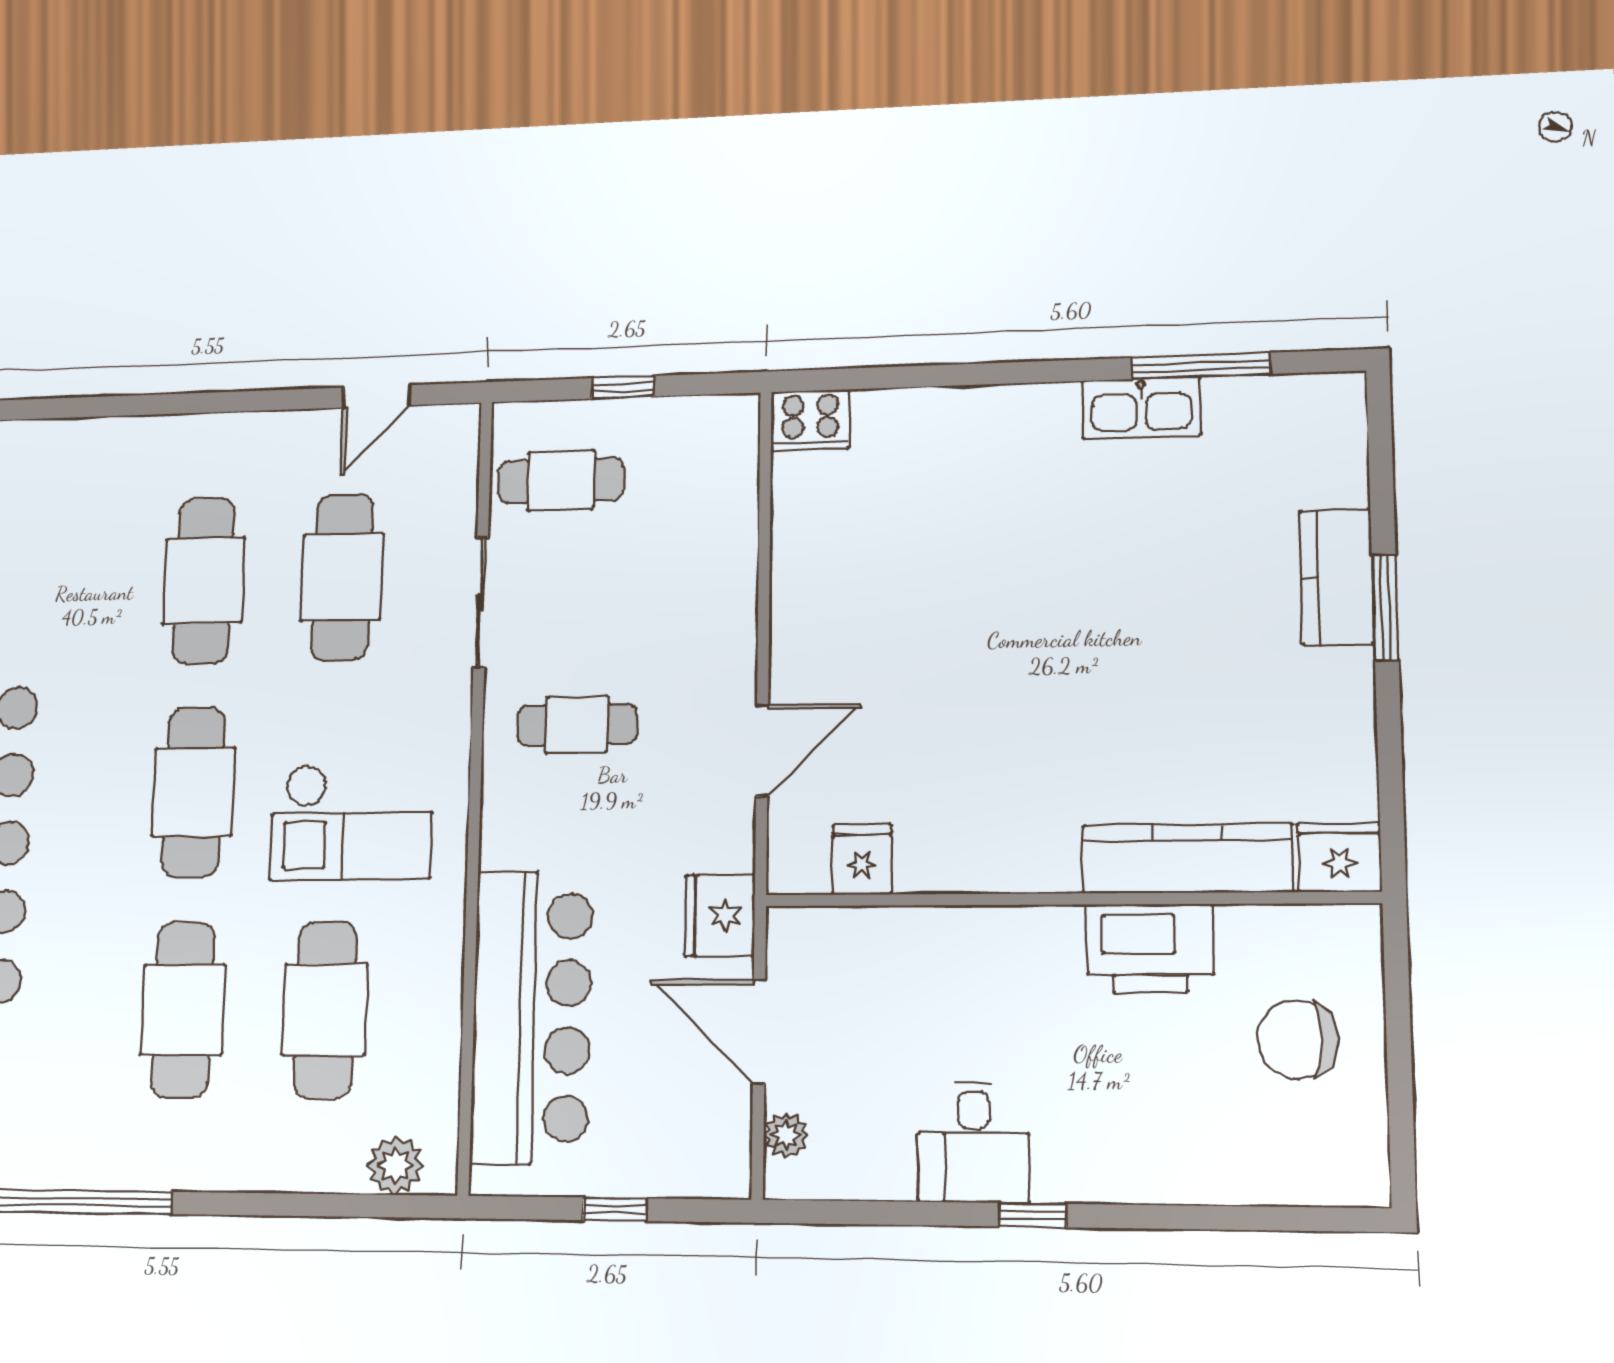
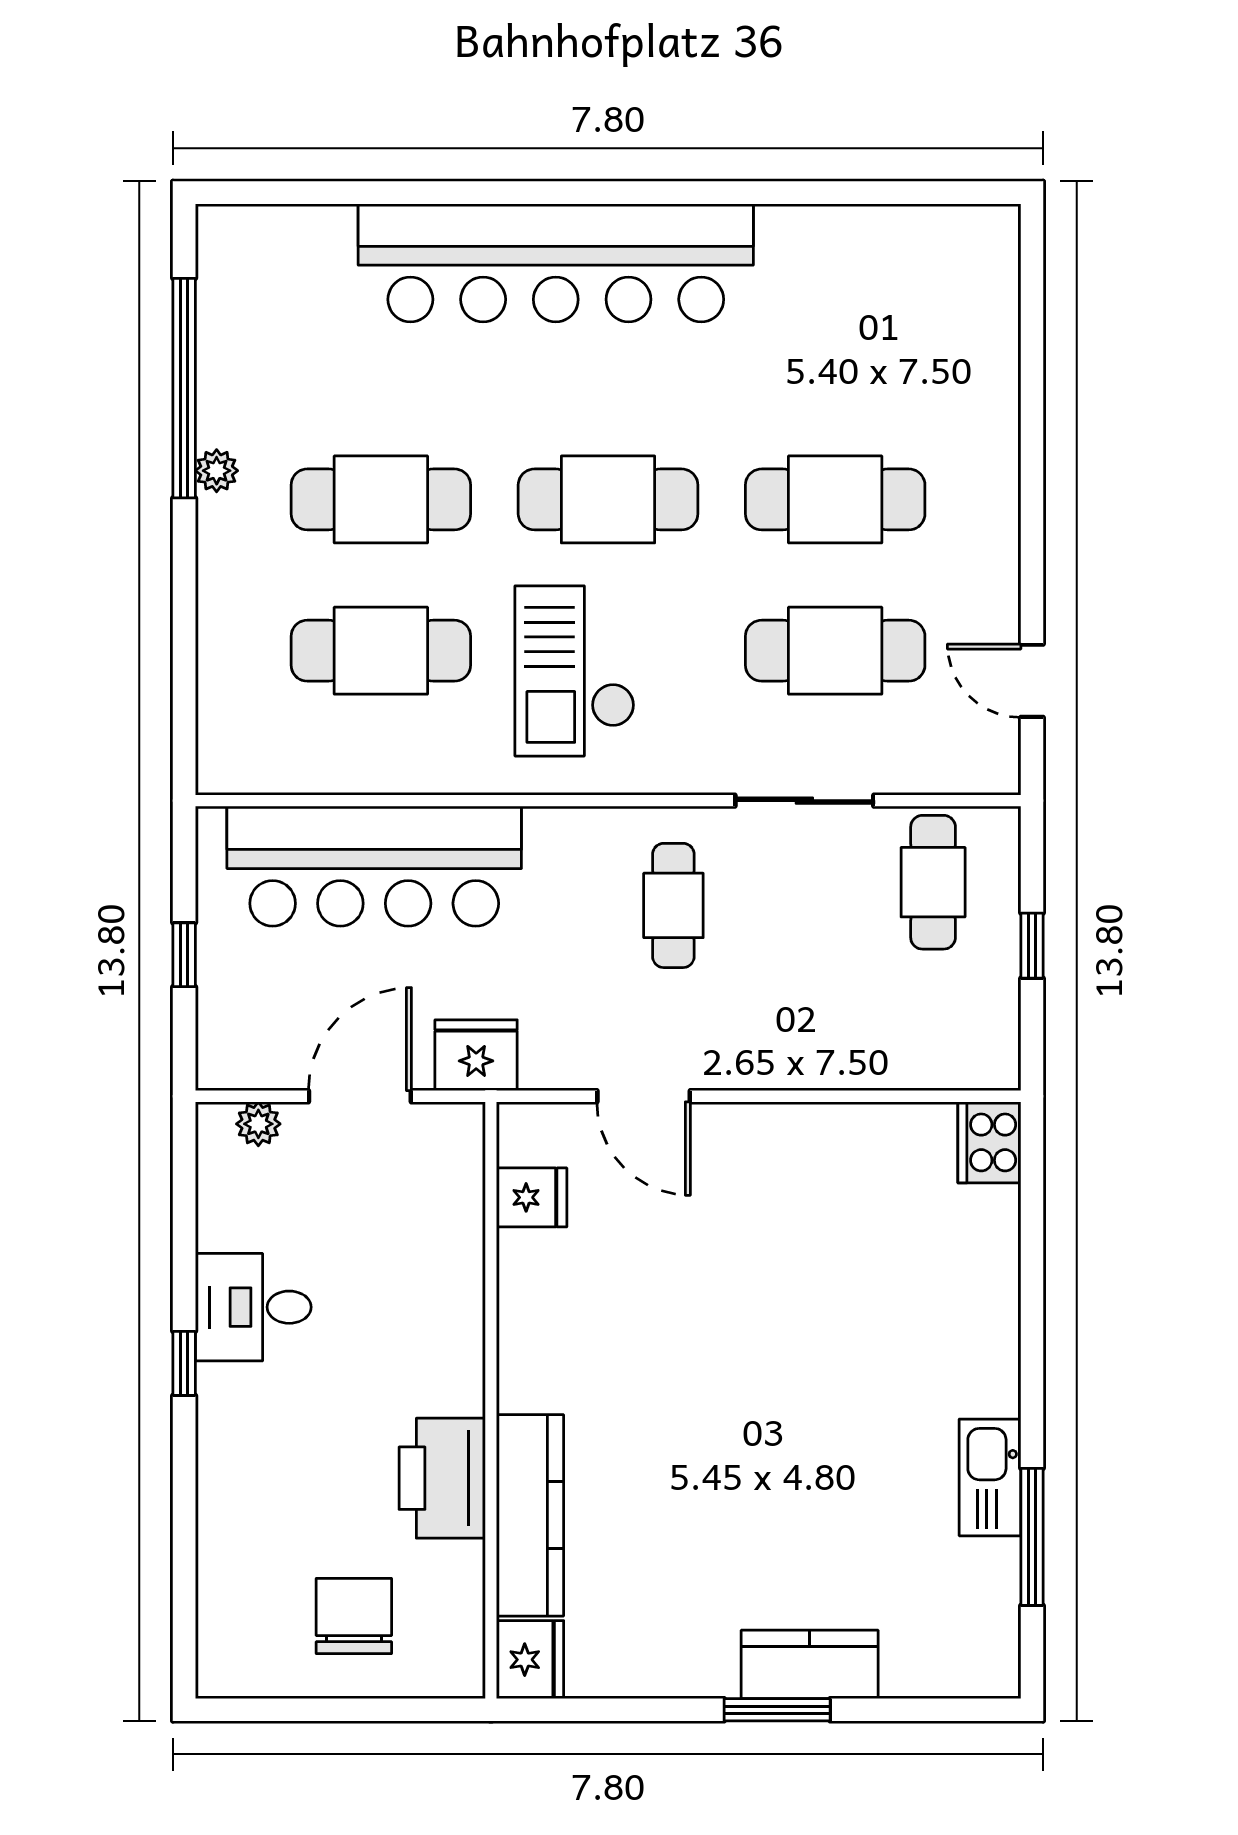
plant: (396, 1165) -> (217, 471), moved, width x0.73, depth x0.73

